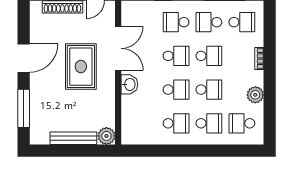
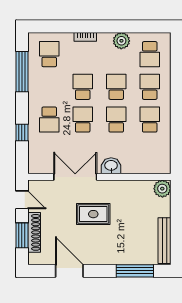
school desk: (209, 22) -> (49, 87), removed
door: (24, 58) -> (69, 271), moved
rug: (81, 67) -> (93, 214), width x0.73, depth x0.70
bench: (73, 138) -> (165, 241), moved

